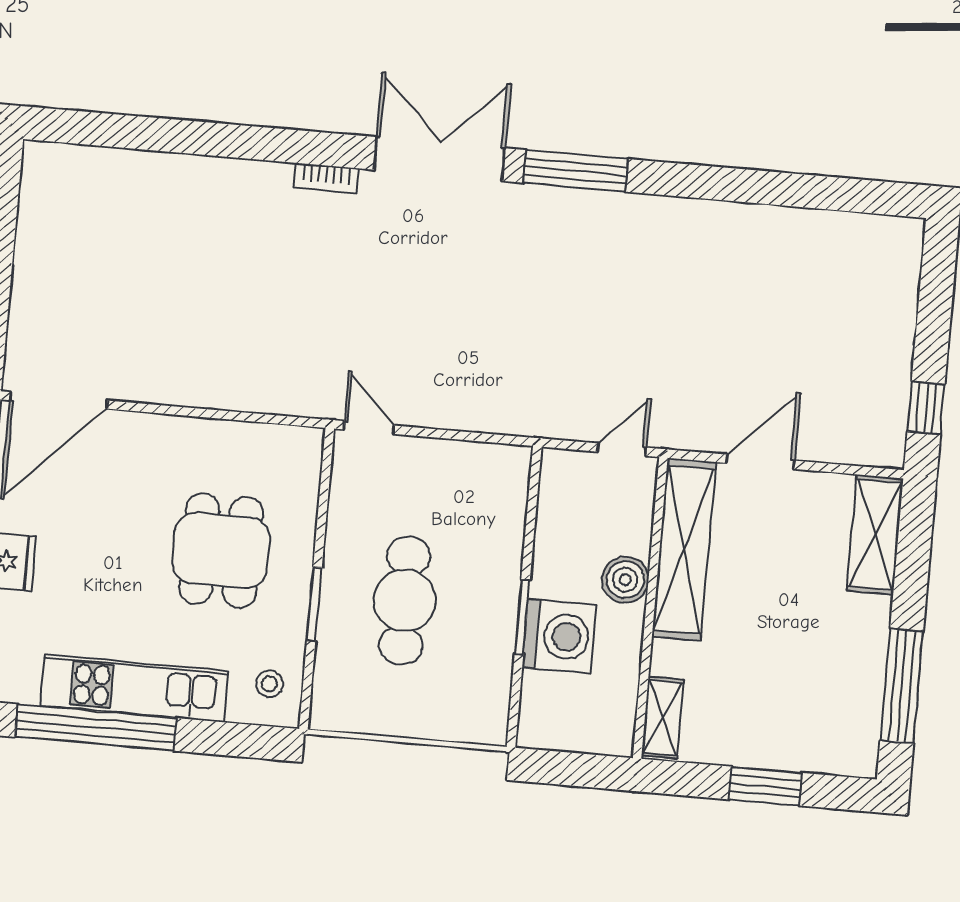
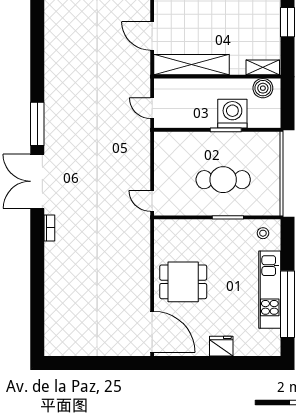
door: (369, 428) -> (152, 201), hinge flipped
door: (622, 450) -> (152, 108), moved
dining table: (221, 551) -> (183, 282), moved
boiler: (625, 580) -> (263, 88), moved

